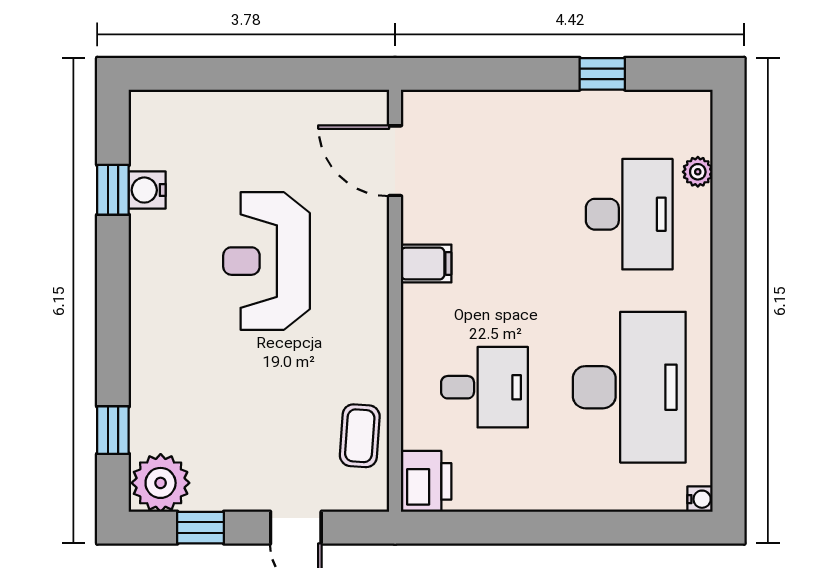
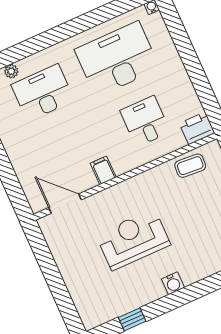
door: (395, 161) -> (65, 204), swing flipped
water cooler: (147, 190) -> (173, 283), moved
reception desk: (267, 261) -> (133, 240), turned 180

